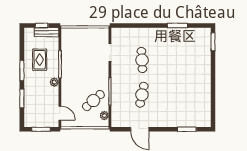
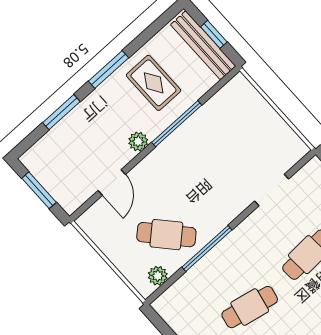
bench: (46, 32) -> (203, 45), width x1.36
rug: (40, 60) -> (154, 83), turned 90
door: (60, 113) -> (112, 182), moved

